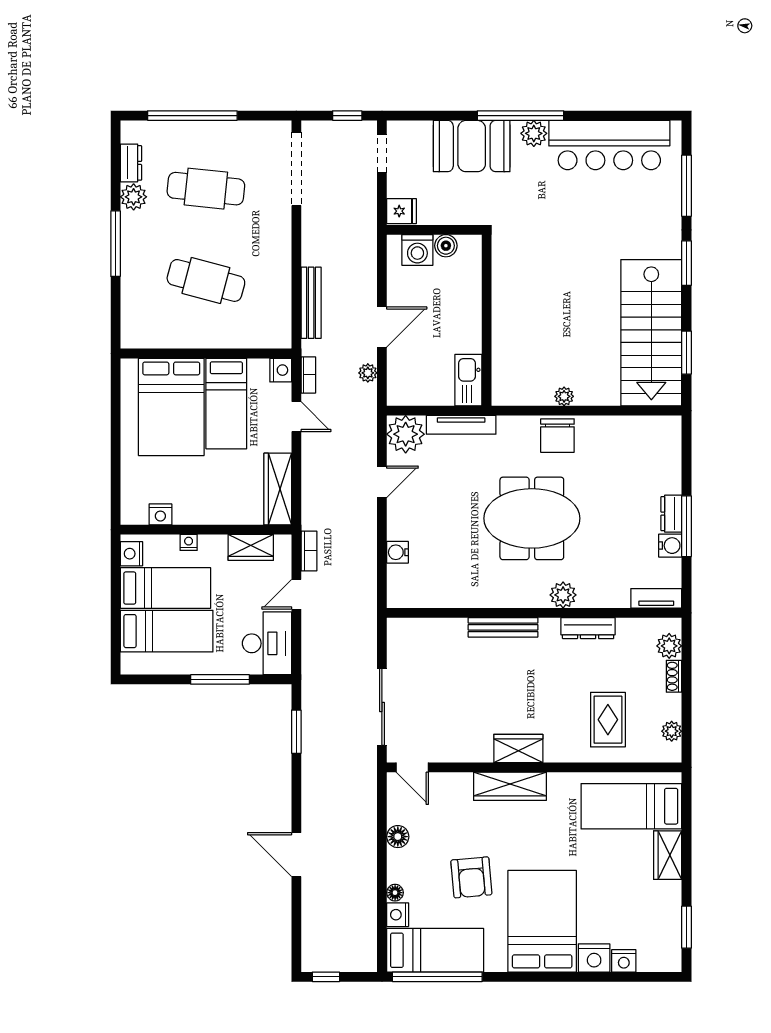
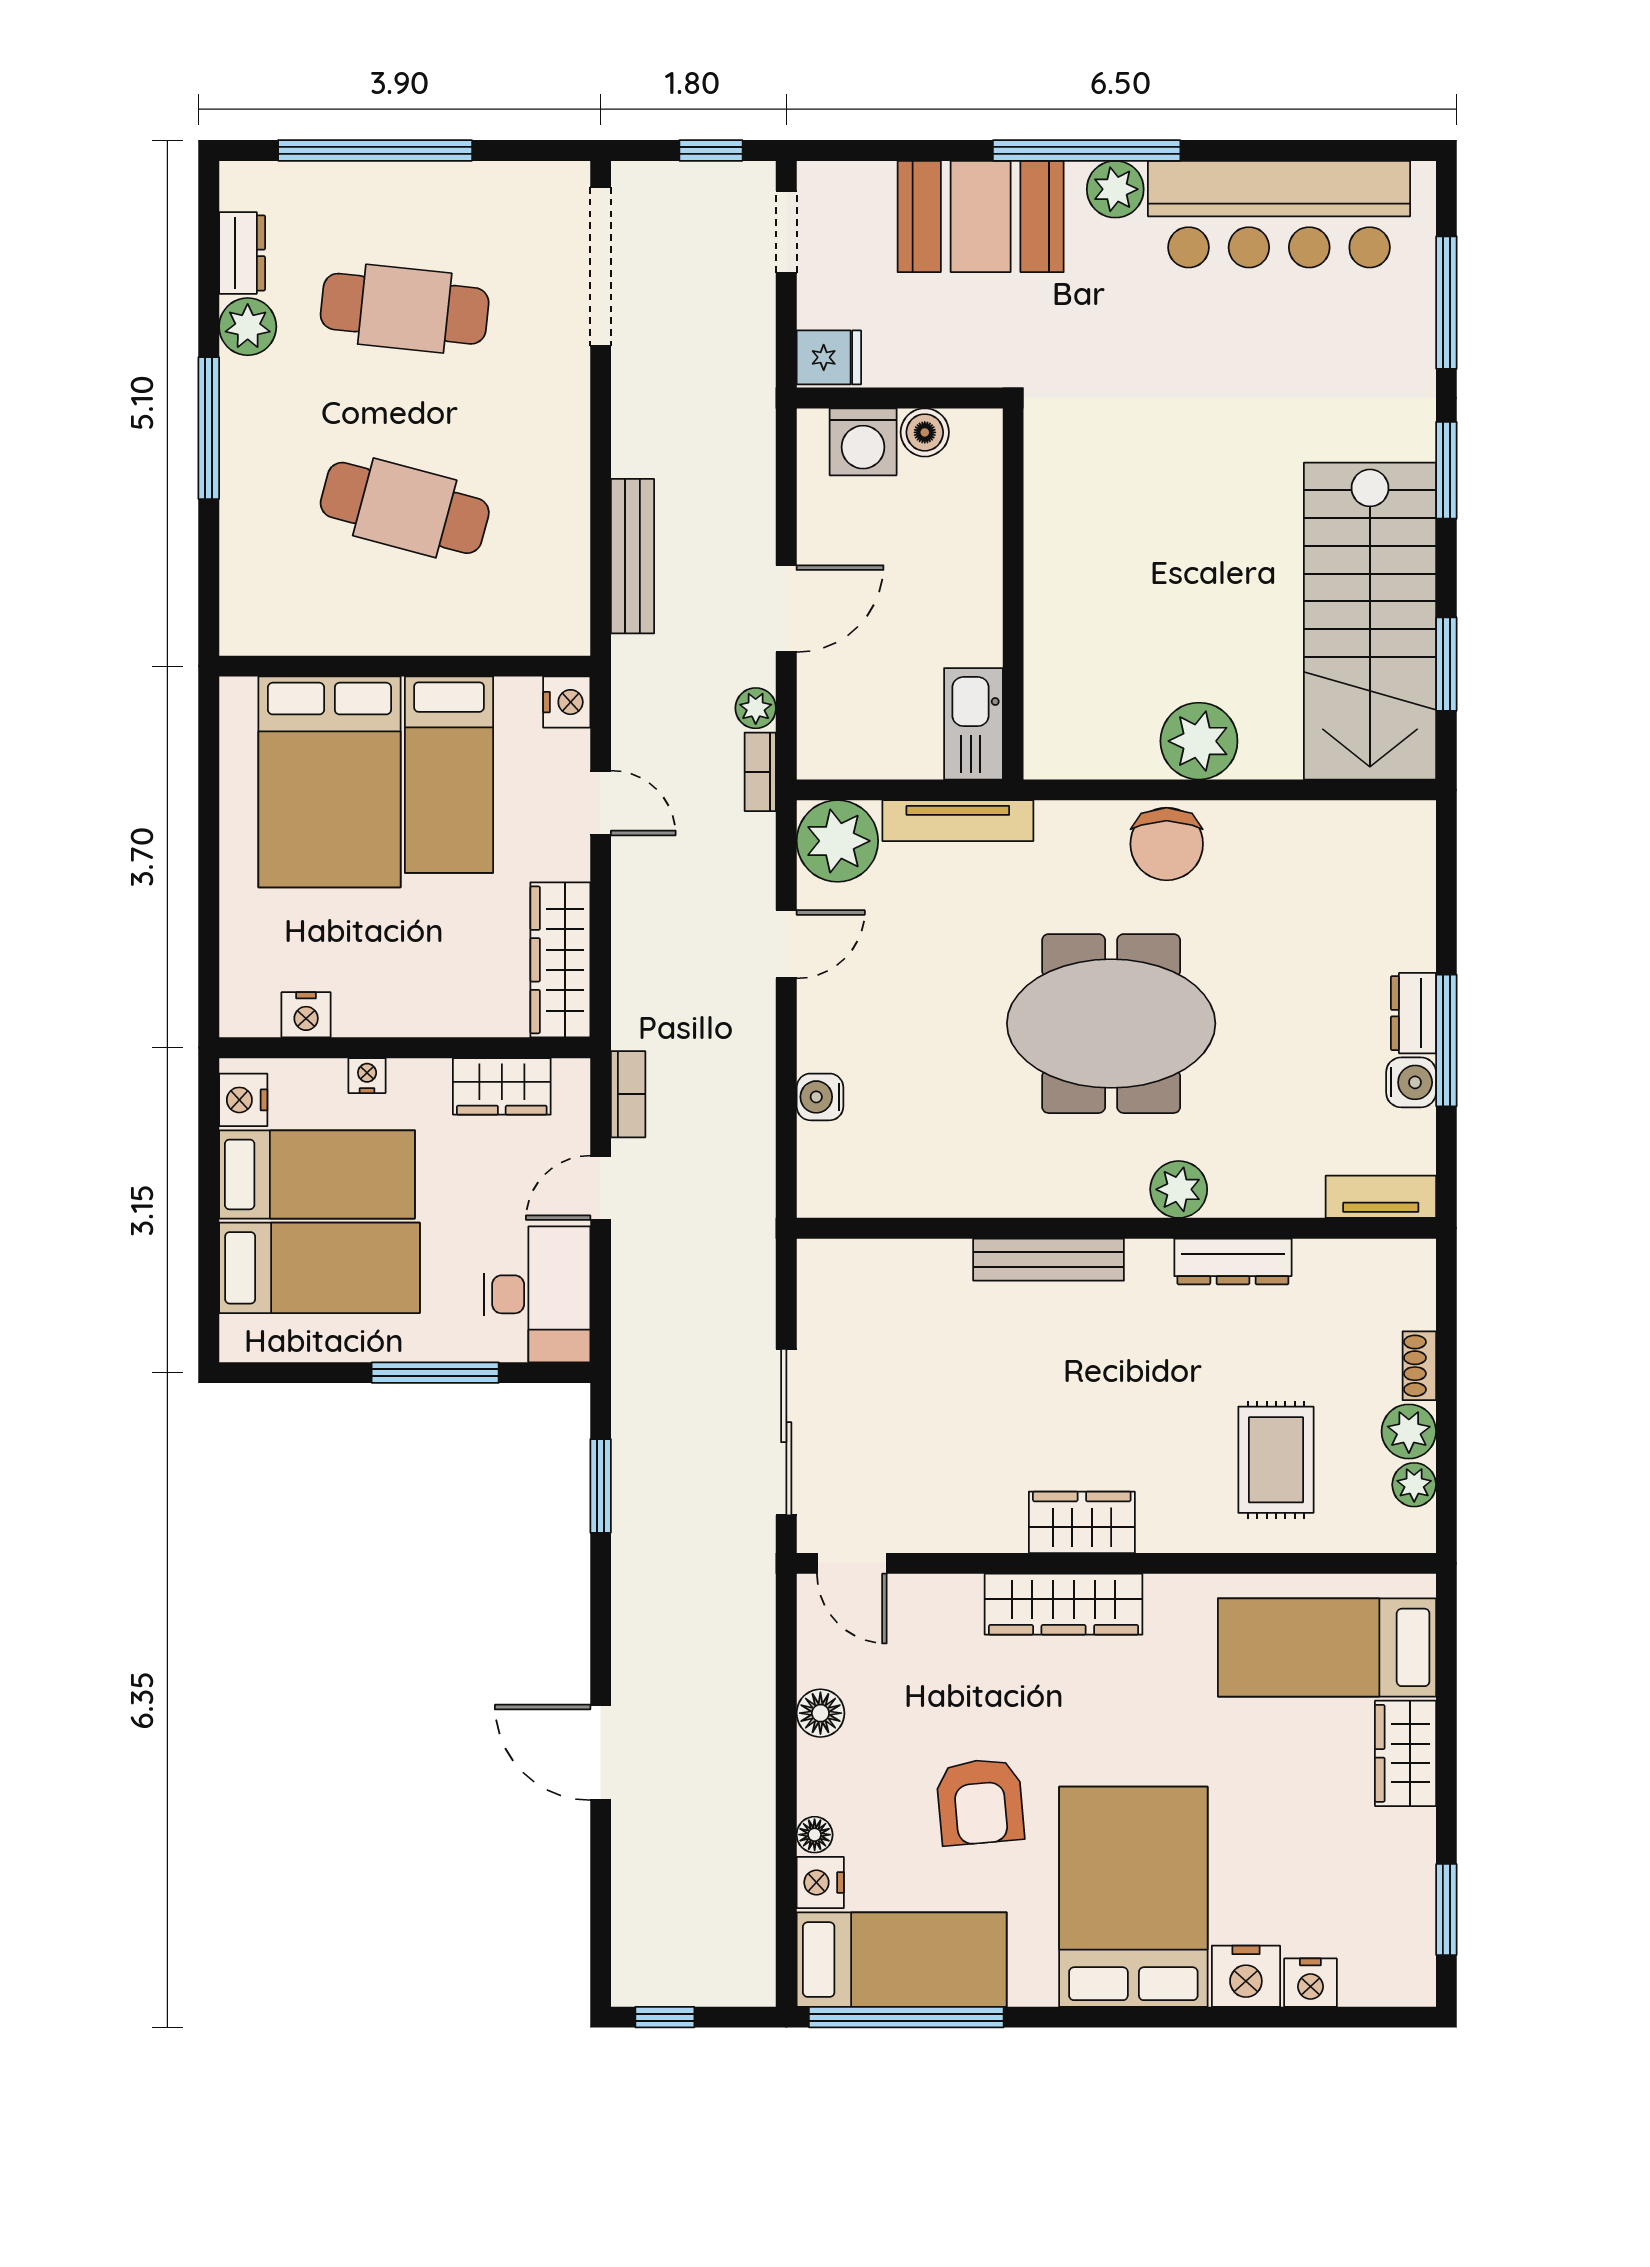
bookcase: (308, 375) -> (760, 772), moved, turned 180
plant: (564, 396) -> (1199, 741), width x1.87, depth x1.87
plant: (669, 646) -> (1409, 1431), moved

